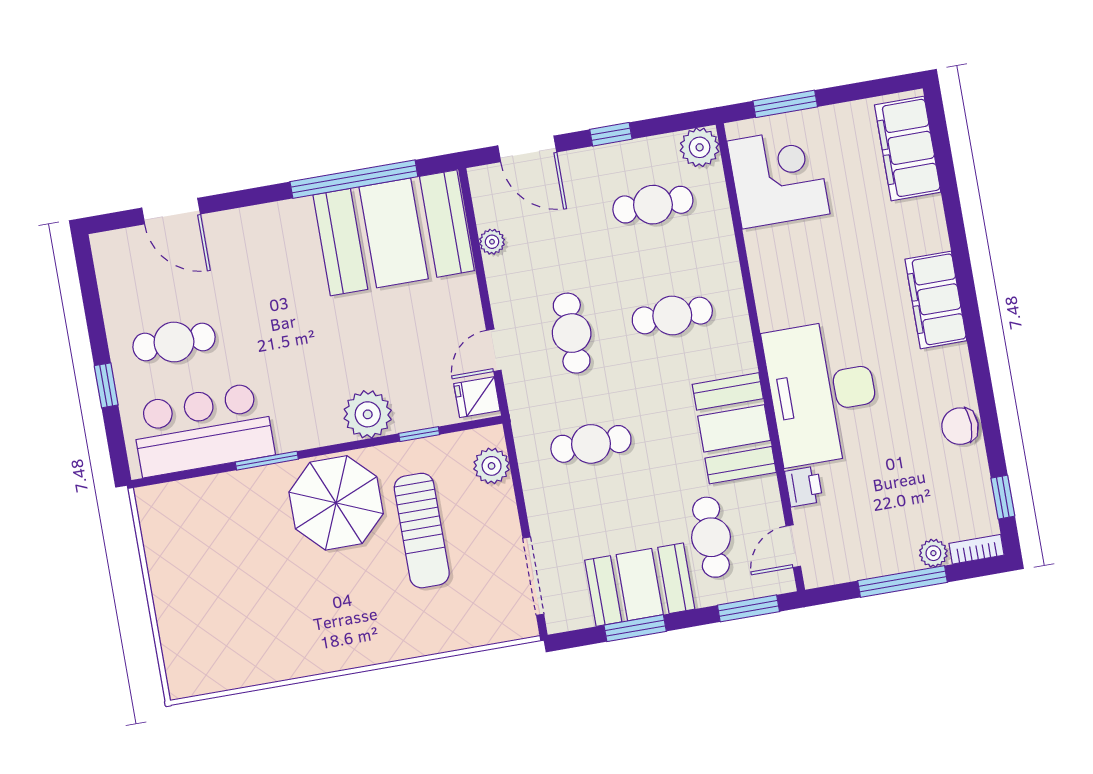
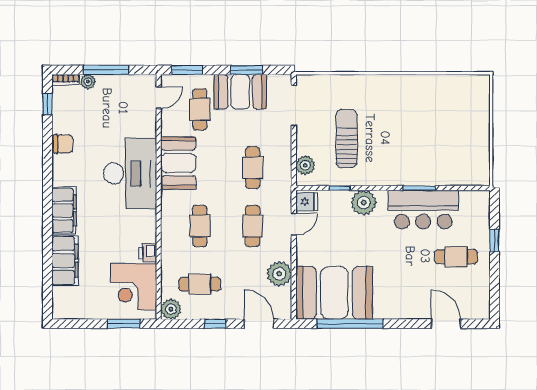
filing cabinet: (908, 149) -> (65, 261), moved
plant: (492, 242) -> (279, 274), width x1.88, depth x1.88
cafe table: (672, 315) -> (200, 226), turned 90
bar counter: (203, 430) -> (423, 210), moved
cafe table: (591, 444) -> (253, 168), turned 90
printer: (804, 486) -> (148, 253), moved
parasol: (336, 503) -> (388, 160), removed

